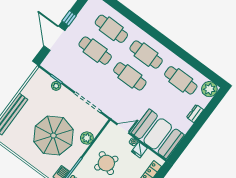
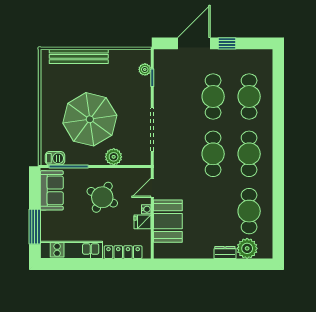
plant: (56, 86) -> (145, 69), moved
plant: (209, 89) -> (247, 248), moved
door: (123, 129) -> (152, 188), swing flipped
booth: (158, 134) -> (168, 221), width x0.73, depth x0.70

